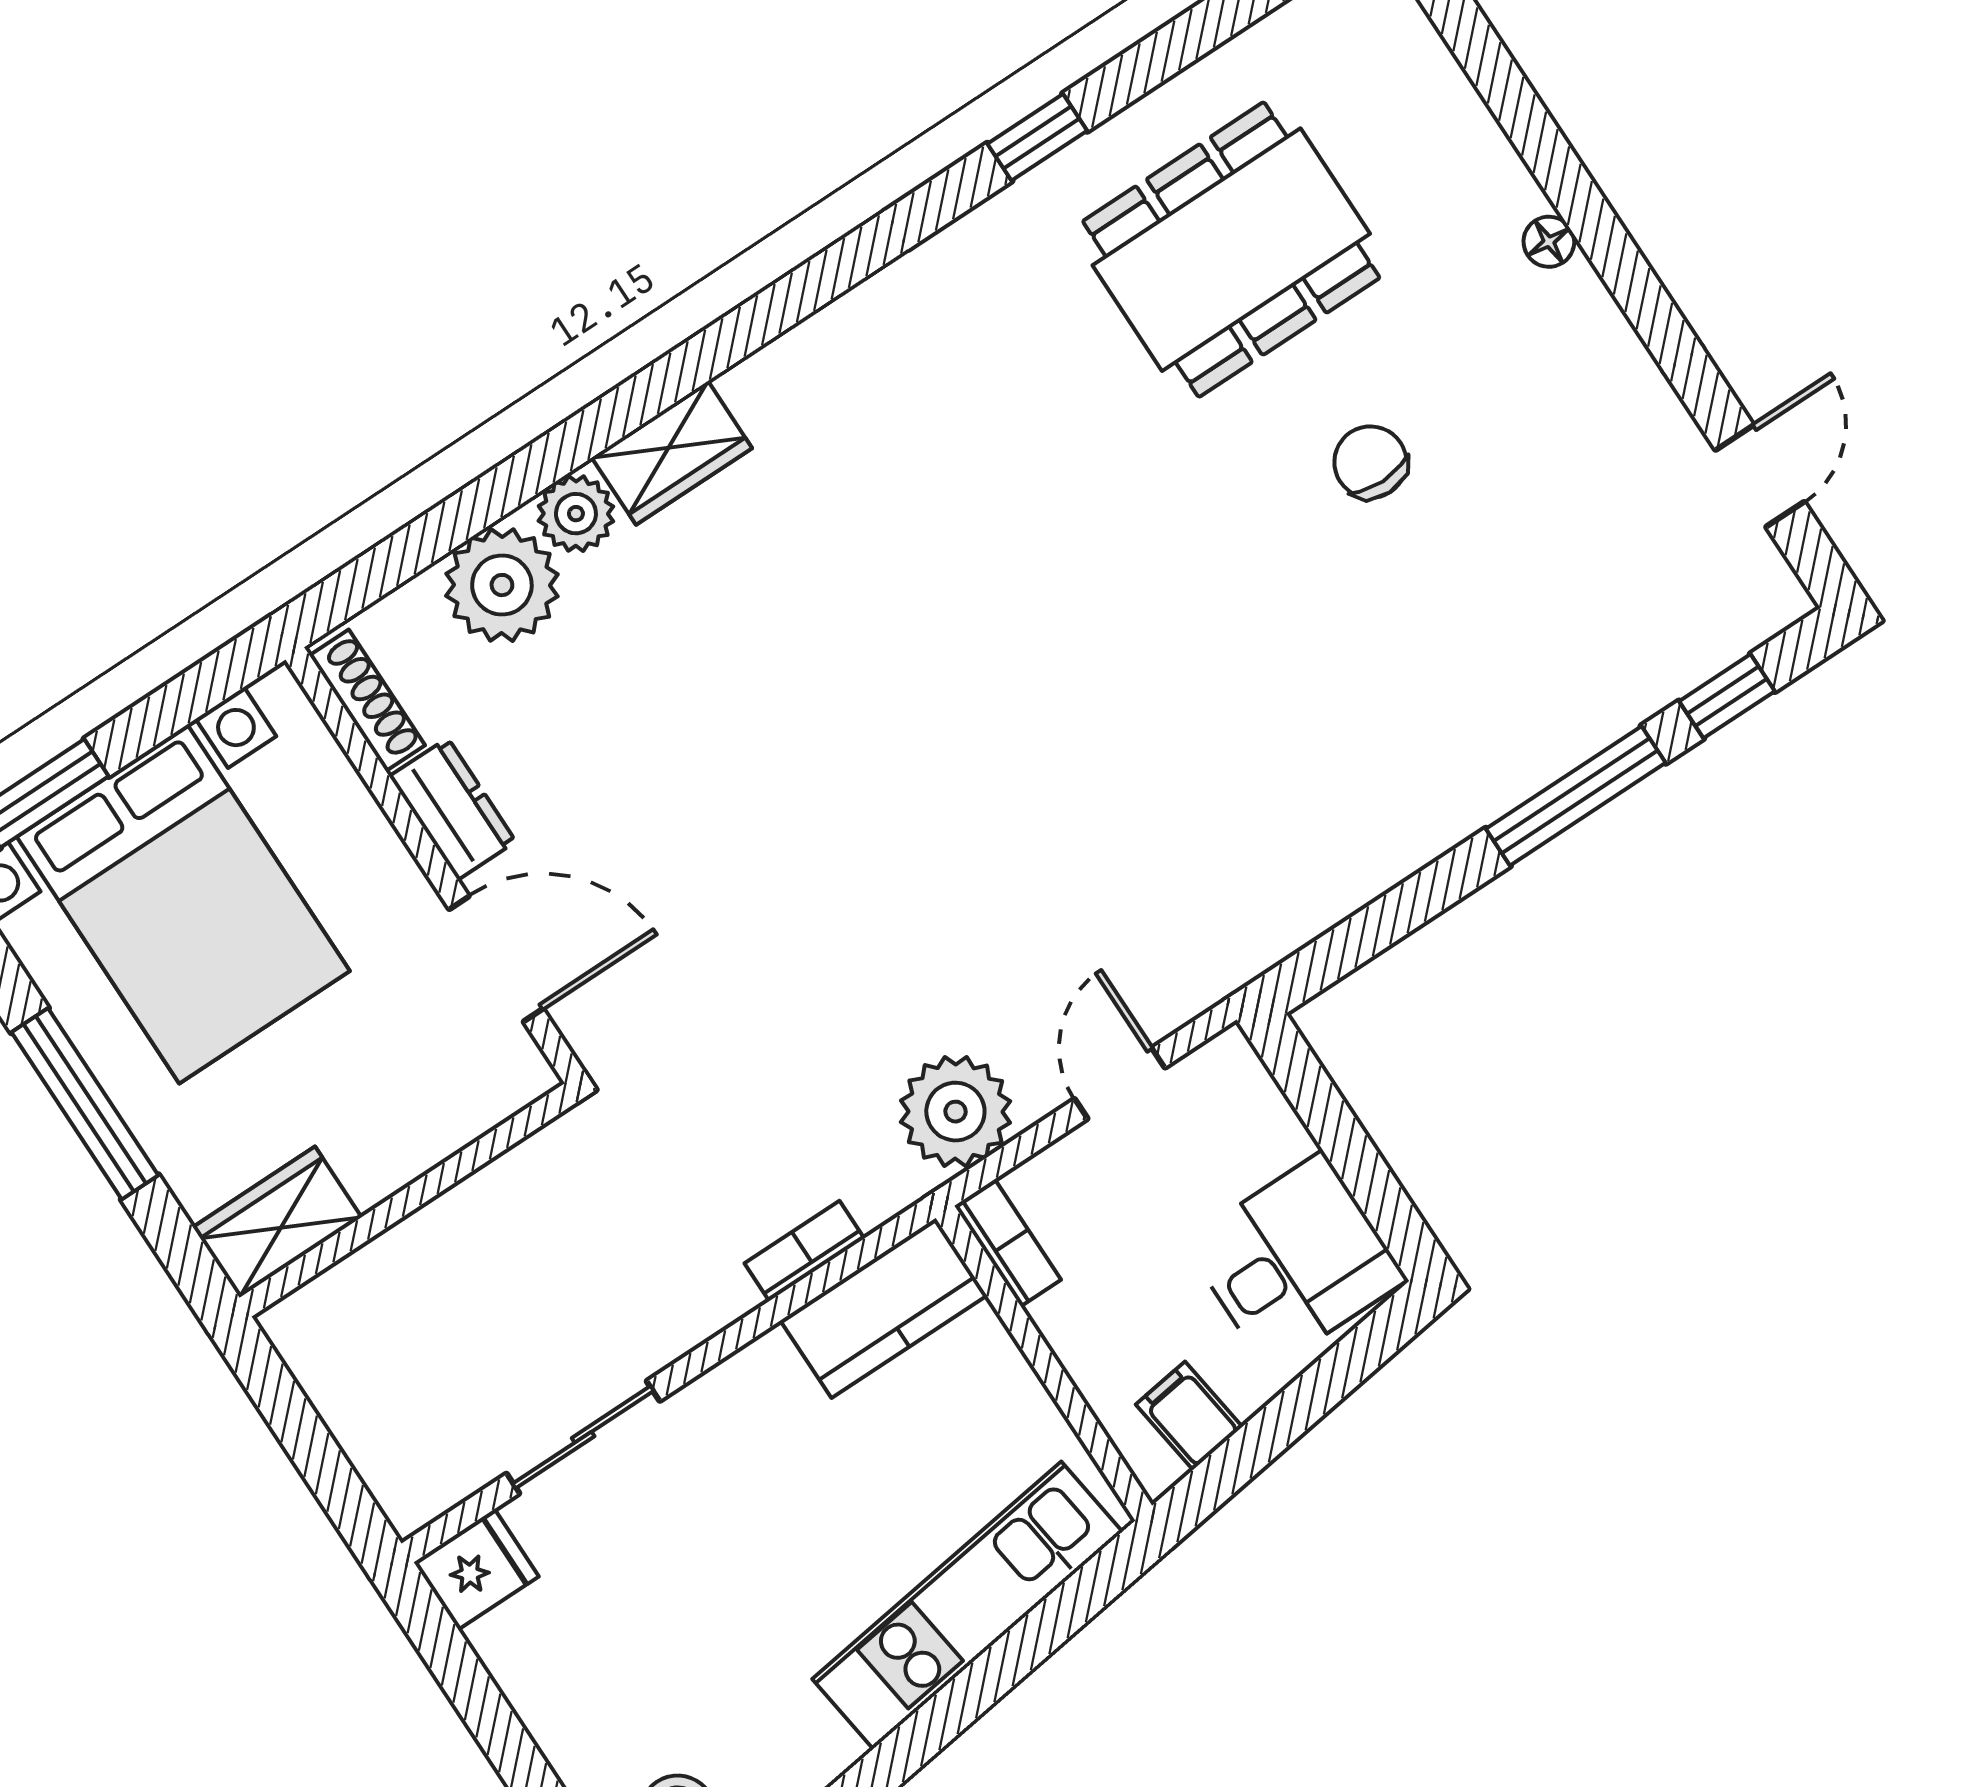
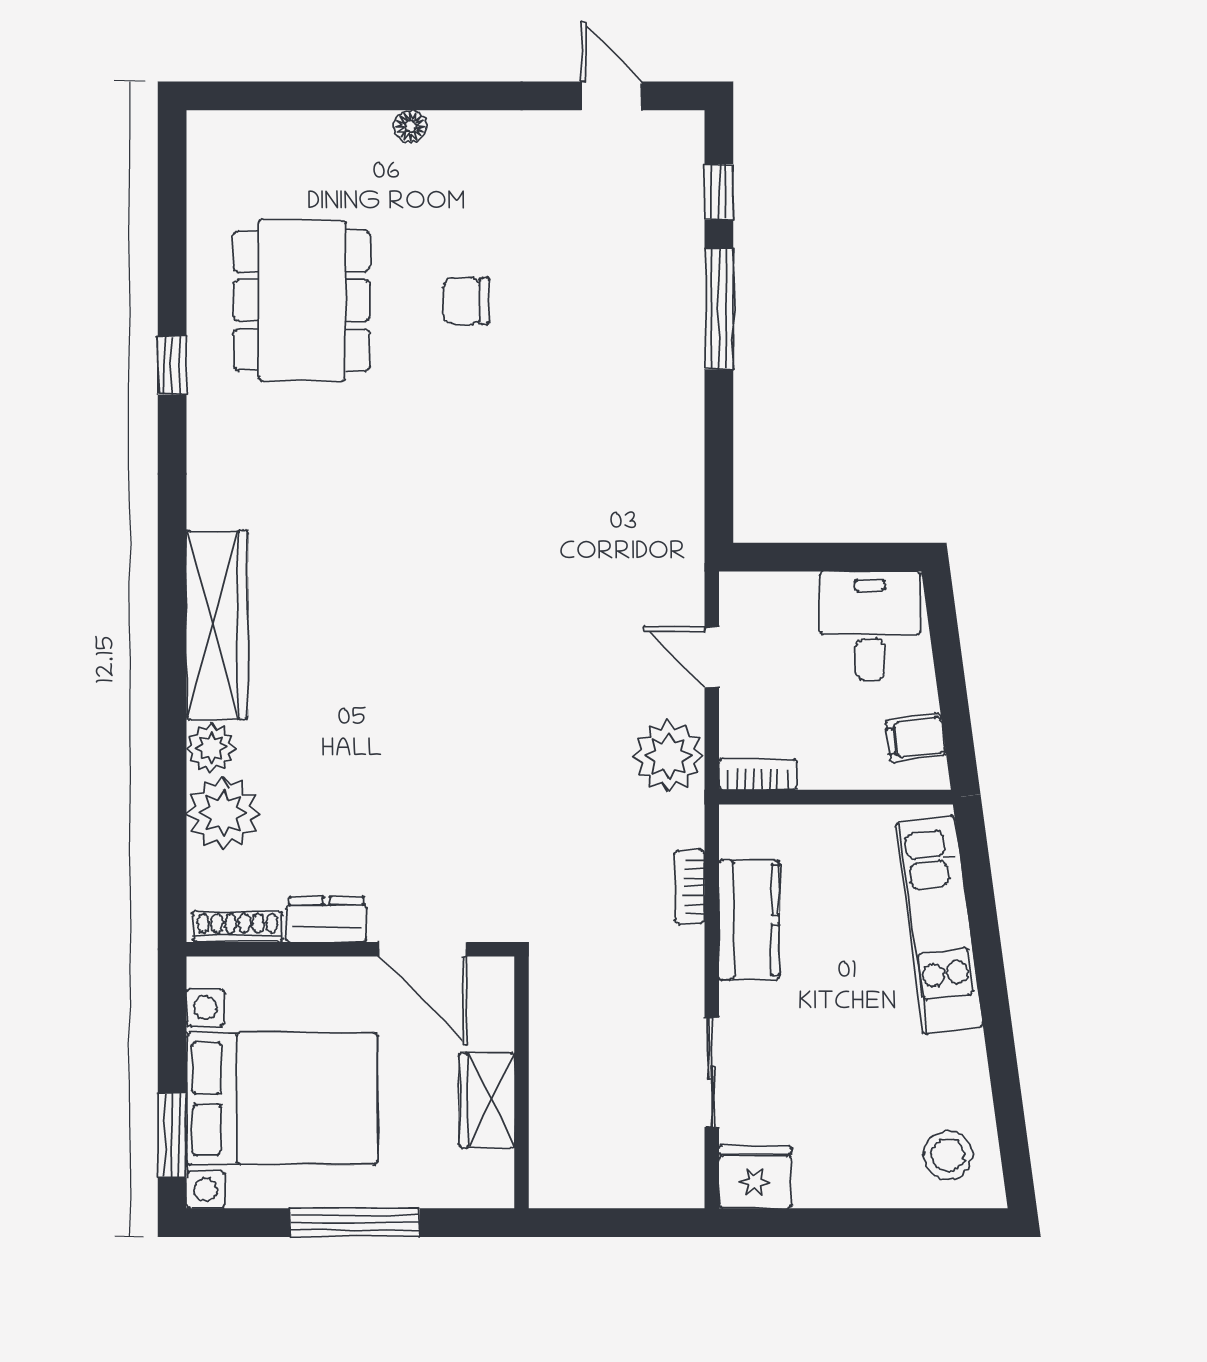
wardrobe: (672, 453) -> (217, 625), width x2.10, depth x1.17
door: (496, 959) -> (423, 949), swing flipped
wardrobe: (277, 1222) -> (487, 1100), moved
kitchen counter: (884, 1308) -> (749, 920), moved
fridge: (476, 1569) -> (755, 1177), width x1.38

